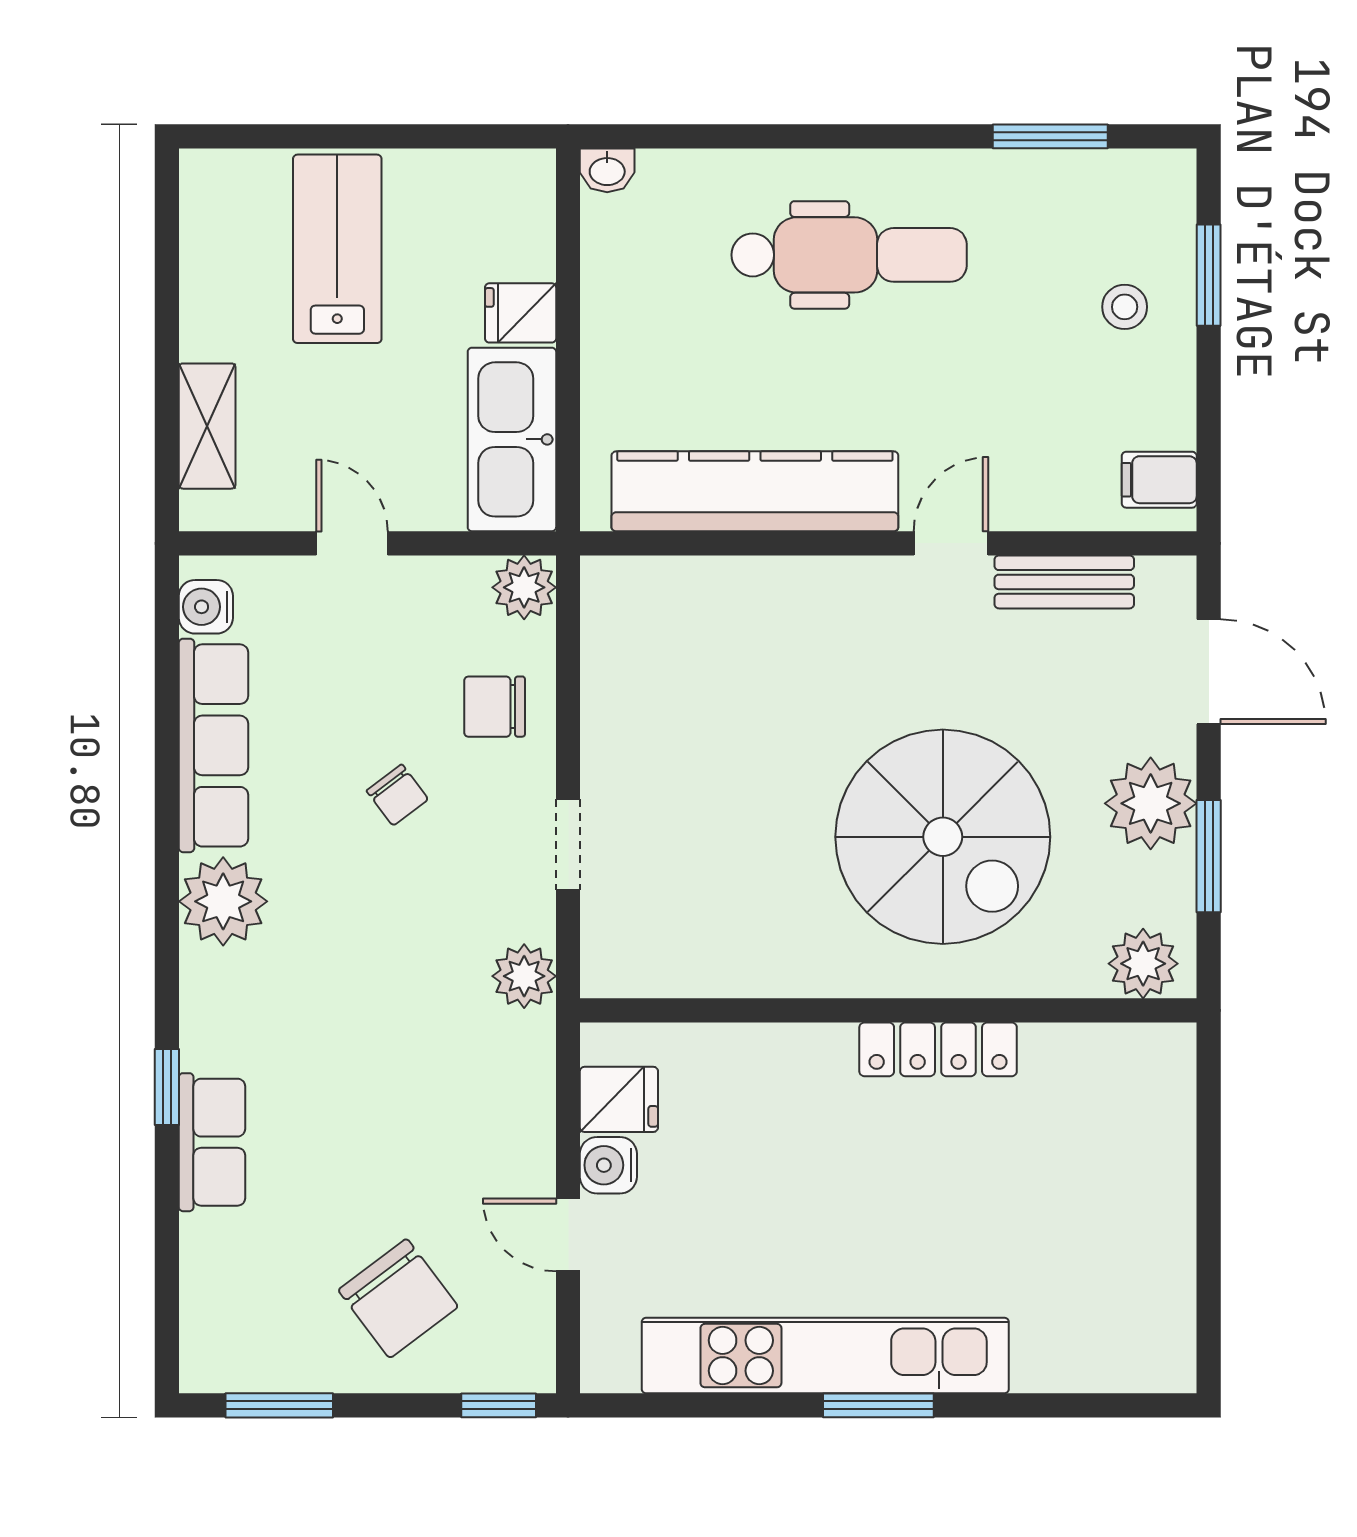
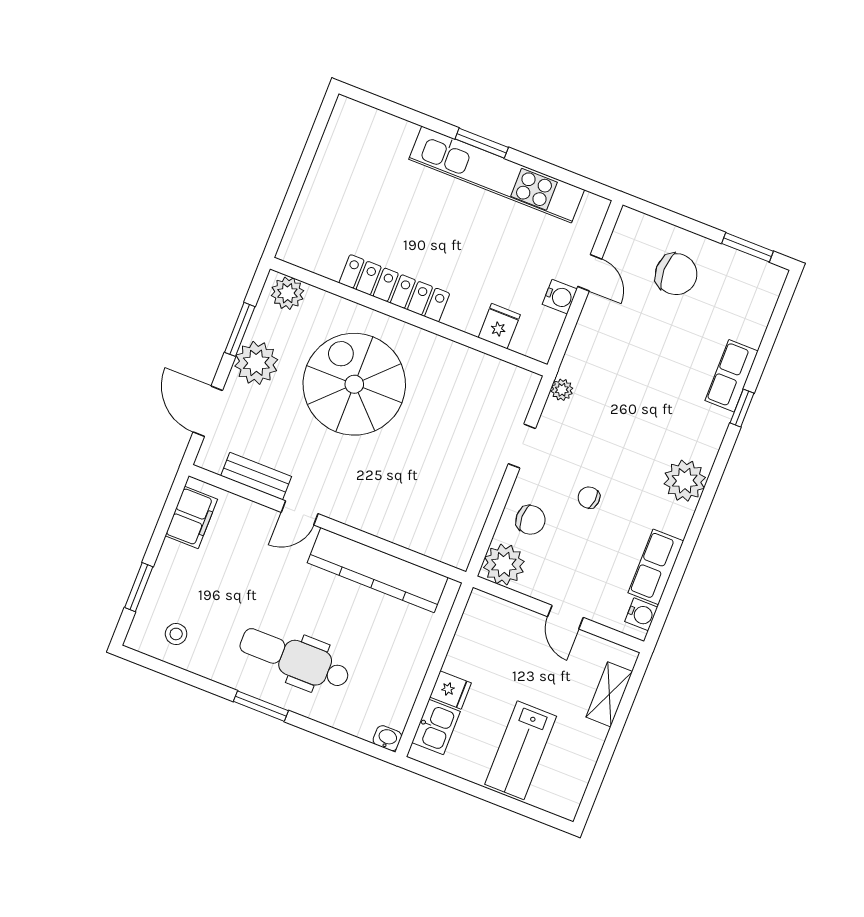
window: (1050, 136) -> (261, 706), moved
stool: (1125, 307) -> (176, 634), moved
kitchen sink: (512, 439) -> (436, 727), moved, width x0.53, depth x0.81
filing cabinet: (1159, 480) -> (191, 517), width x2.00
plant: (524, 587) -> (504, 564), width x1.36, depth x1.36
row of seats: (213, 745) -> (656, 567), width x0.68
chair: (397, 795) -> (589, 498), turned -47
plant: (524, 976) -> (562, 390), width x0.73, depth x0.73
locker: (938, 1049) -> (394, 288), width x1.41, depth x1.21
fridge: (619, 1099) -> (499, 326), moved, turned 90
chair: (398, 1298) -> (676, 274), turned 127
window: (499, 1405) -> (650, 209), removed

